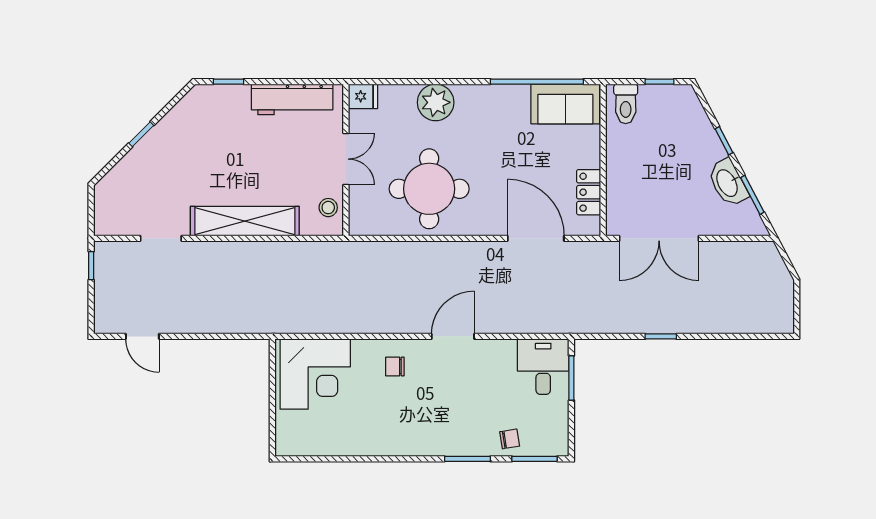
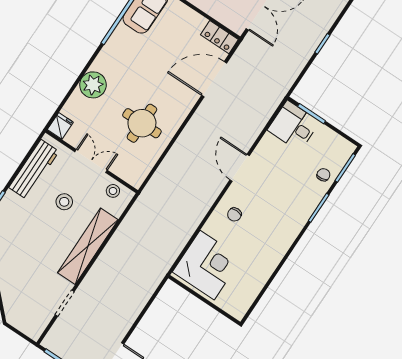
stool: (278, 159) -> (64, 202), added
round table: (429, 189) -> (142, 123), width x0.73, depth x0.73
locker: (589, 192) -> (219, 37), moved

